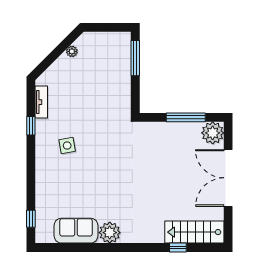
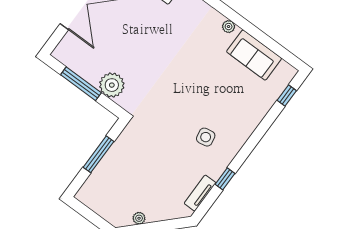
window: (135, 58) -> (99, 154), moved
plant: (213, 133) -> (112, 85), moved
plant: (110, 233) -> (229, 27), width x0.53, depth x0.53

